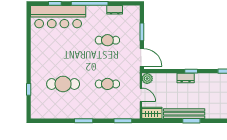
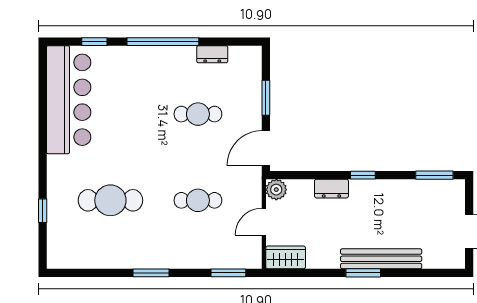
bar counter: (58, 17) -> (69, 100), moved, turned -90
door: (142, 58) -> (266, 148), swing flipped
dresser: (186, 78) -> (331, 189), moved
door: (141, 95) -> (264, 222), swing flipped
bench: (184, 114) -> (381, 259), moved

